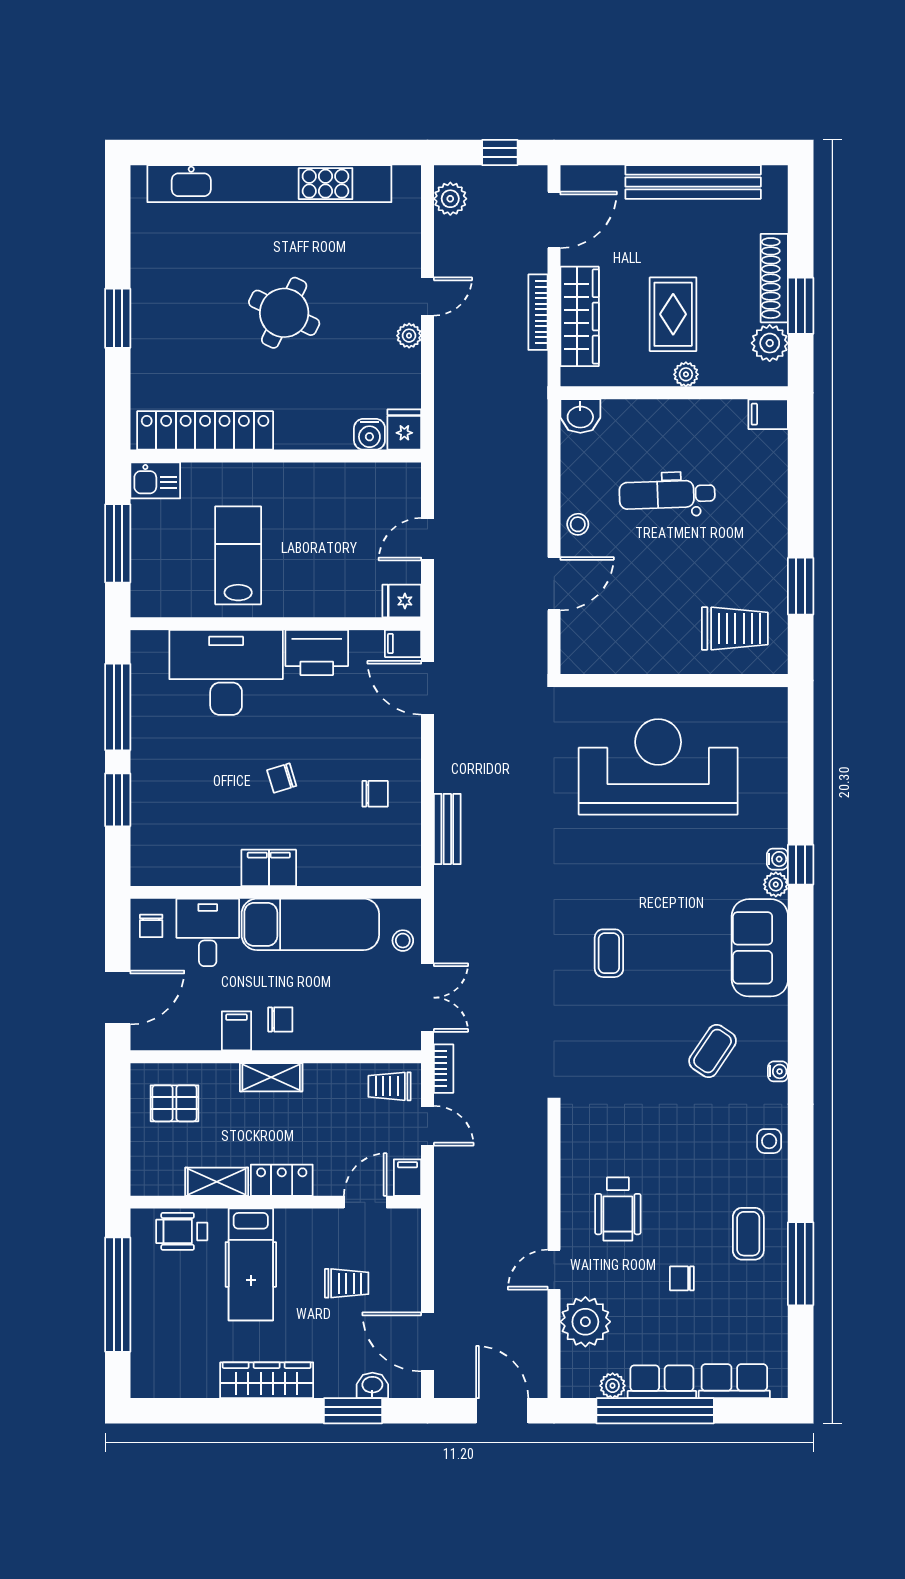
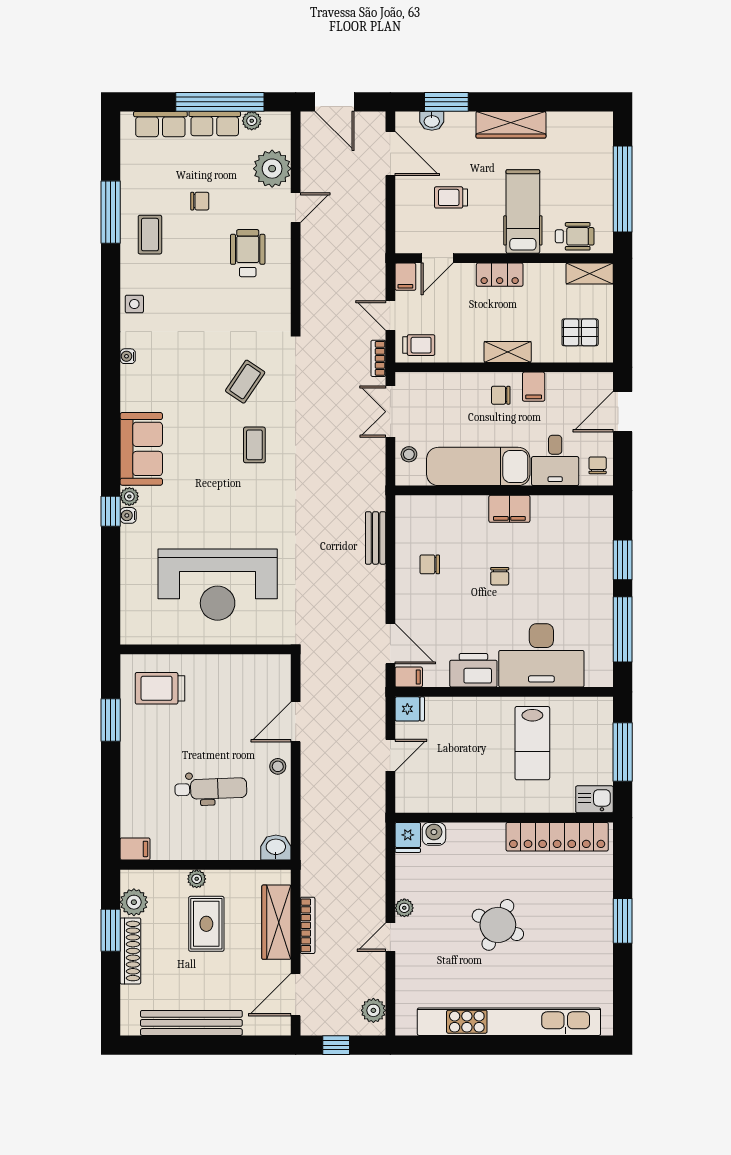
chair: (282, 778) -> (500, 576), turned 107
coffee table: (713, 1051) -> (245, 382), moved
shelving: (217, 1182) -> (590, 274), moved

